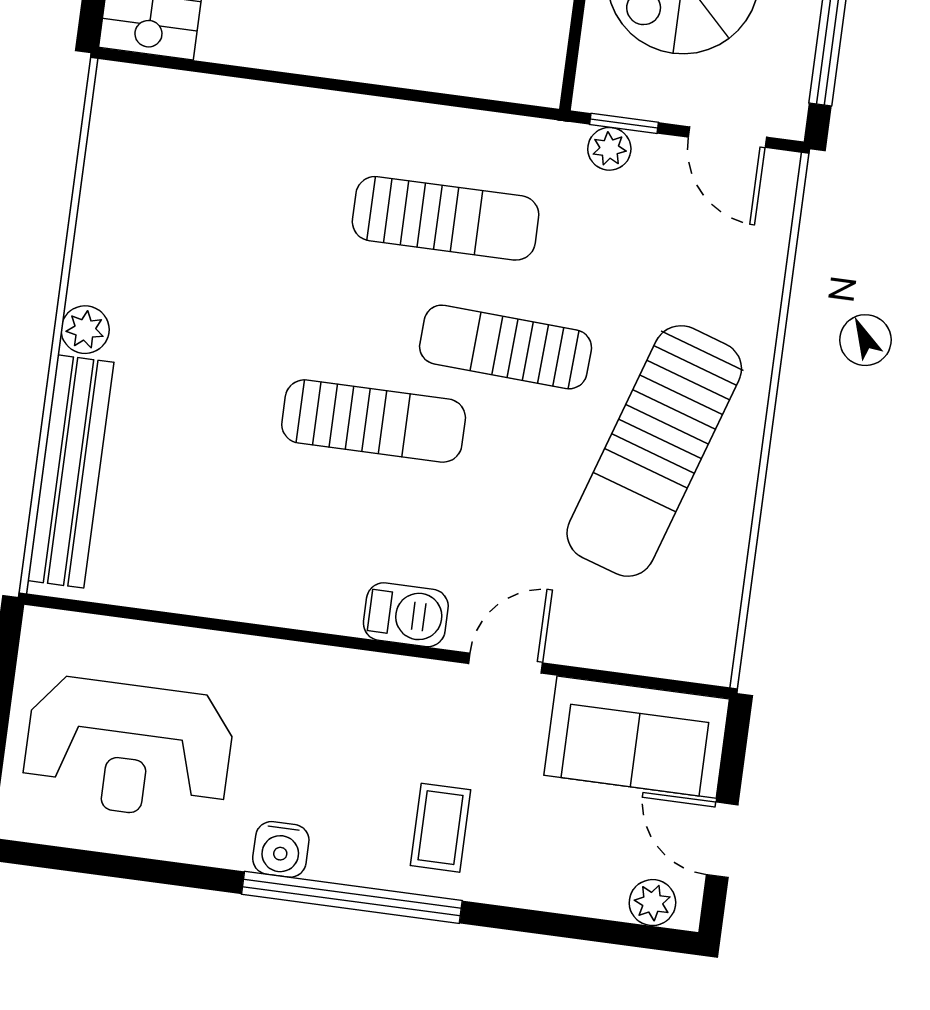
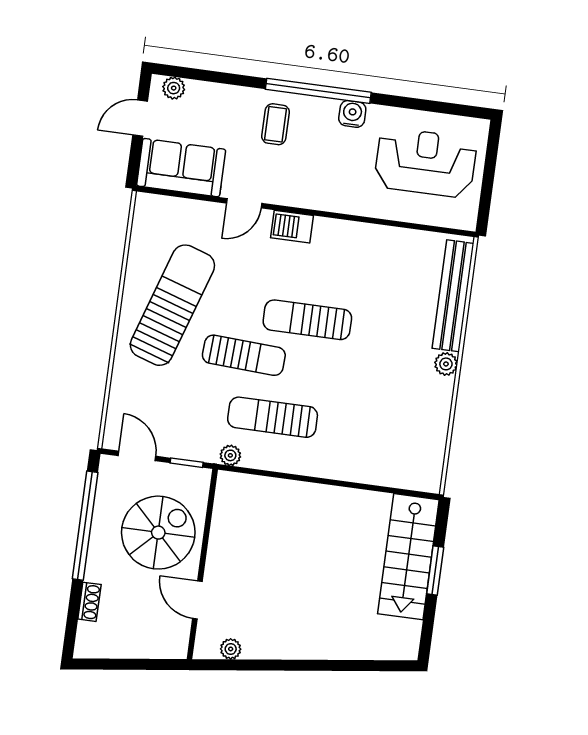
plant: (609, 149) -> (230, 455), moved
door: (722, 840) -> (140, 118), swing flipped

